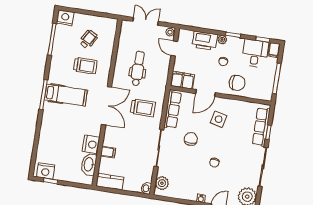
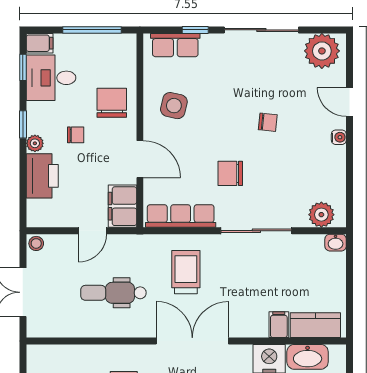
door: (174, 49) -> (92, 231), moved
side table: (219, 119) -> (174, 106), moved
row of seats: (261, 127) -> (175, 45), width x0.68
kitchen counter: (110, 182) -> (315, 325), moved, turned 90

